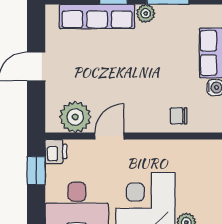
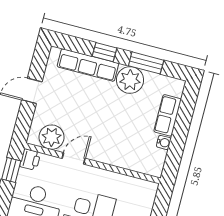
plant: (146, 13) -> (130, 80), width x1.87, depth x1.87
chair: (179, 116) -> (130, 157), removed

